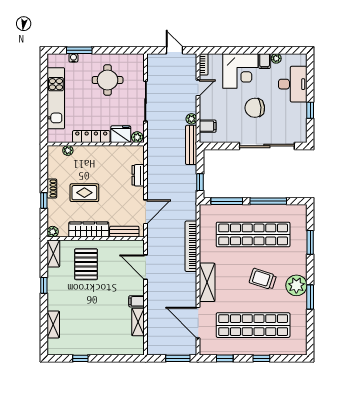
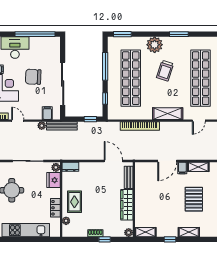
chair: (255, 108) -> (33, 77), turned 98
window: (310, 110) -> (35, 34), width x3.17
locker: (91, 137) -> (55, 208), width x0.66
sliding door: (267, 146) -> (63, 84), moved
dresser: (138, 175) -> (70, 167), moved
rug: (84, 193) -> (74, 202), moved
window: (227, 201) -> (105, 98), width x0.46
window: (310, 242) -> (122, 34), moved
pallet: (86, 264) -> (194, 199), moved, turned 90
door: (146, 267) -> (167, 161), moved
plant: (296, 285) -> (155, 45), moved
door: (198, 323) -> (199, 121), width x0.53
shelving: (53, 324) -> (189, 232), moved

